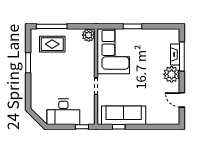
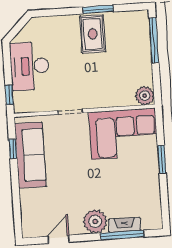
rug: (52, 44) -> (93, 34), moved

